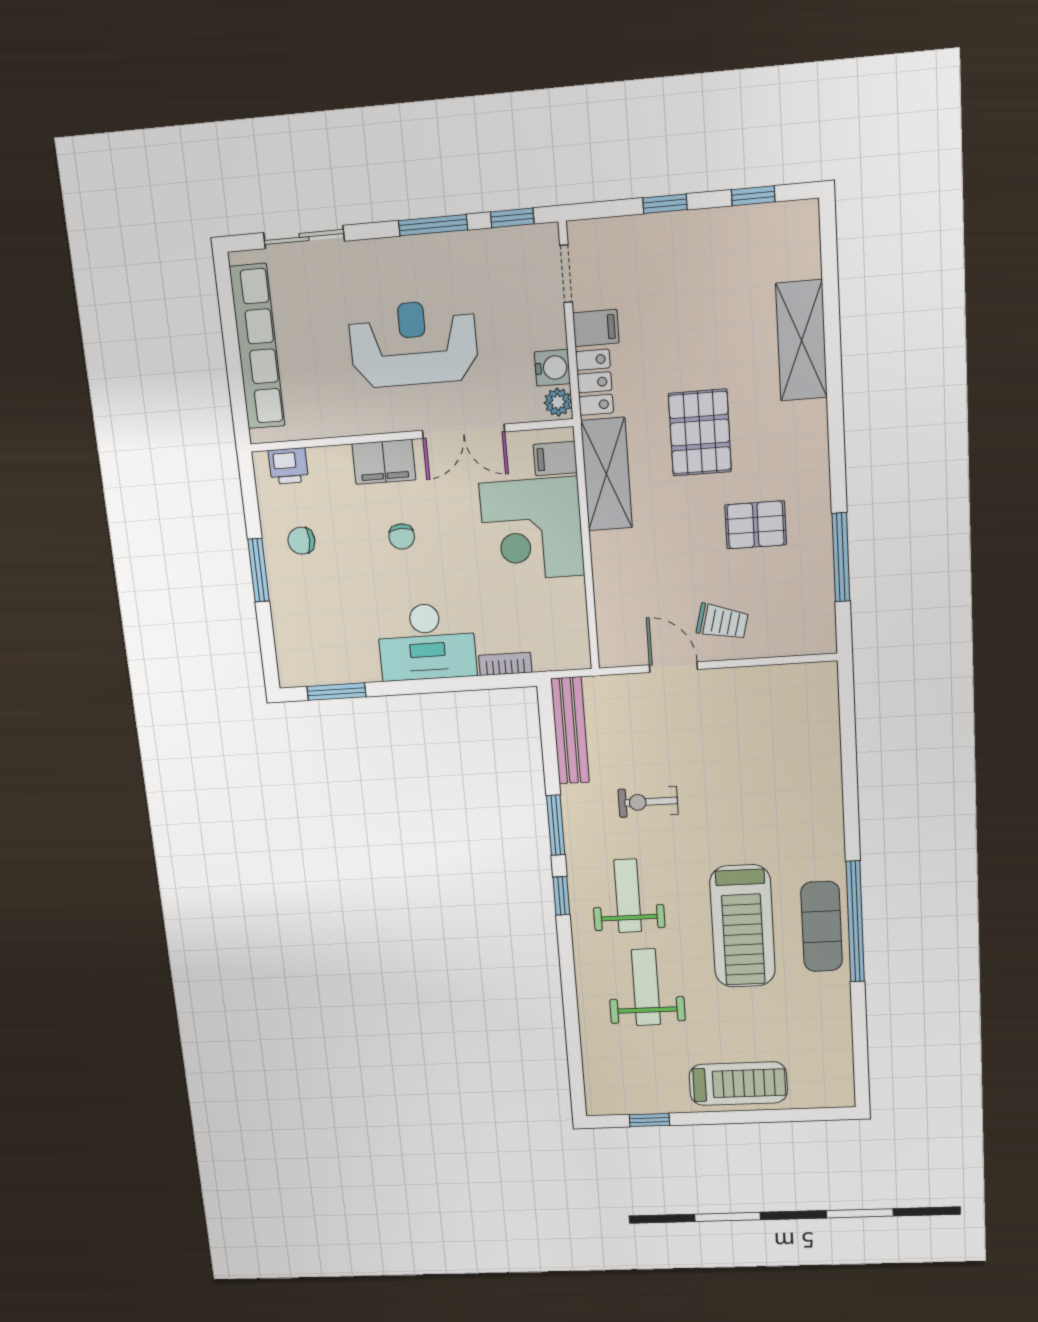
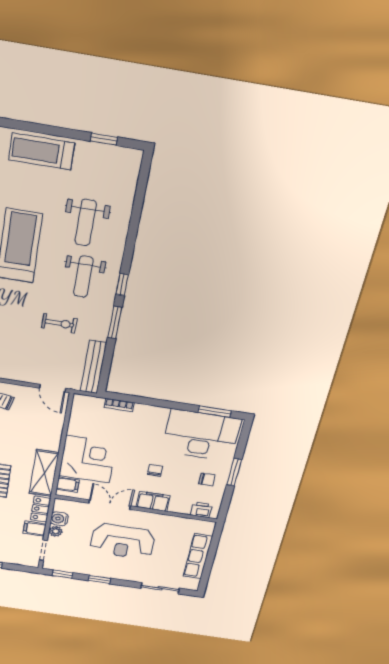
window: (433, 225) -> (99, 579), width x0.67
row of seats: (257, 347) -> (198, 556), width x0.73
plant: (558, 402) -> (55, 531), moved
desk: (427, 642) -> (201, 435), moved, width x1.36, depth x1.30
door: (673, 667) -> (53, 388), moved

